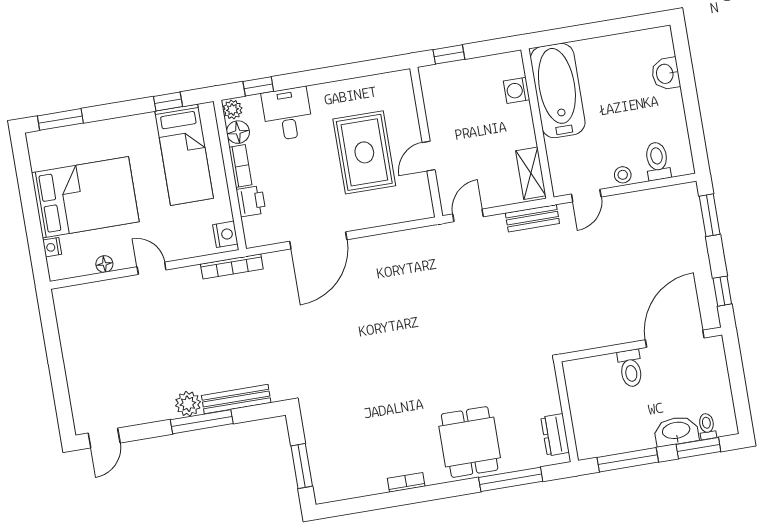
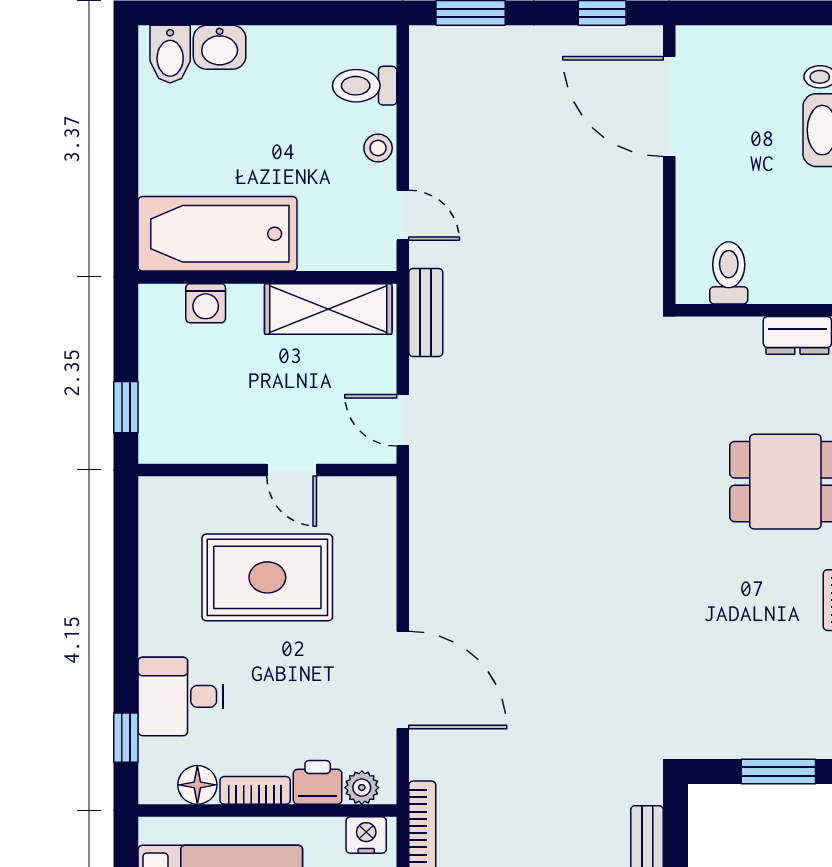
bidet: (657, 46) -> (170, 54), added
plant: (233, 110) -> (362, 788), moved
shelving: (531, 173) -> (328, 309), width x1.50, depth x1.33
toilet: (630, 368) -> (729, 273), moved, turned -90

